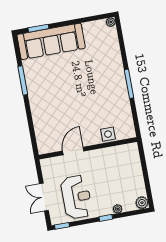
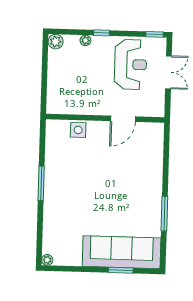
window: (38, 28) -> (121, 270), moved
reception desk: (76, 197) -> (131, 64), turned 180

